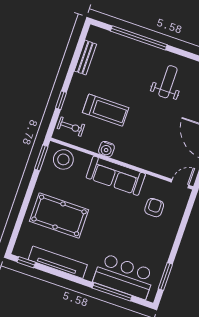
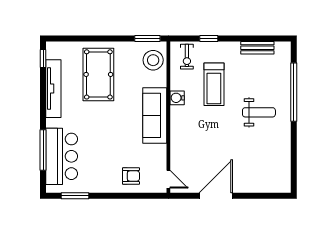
weight bench: (168, 82) -> (259, 112), moved
armchair: (154, 208) -> (131, 176), moved

